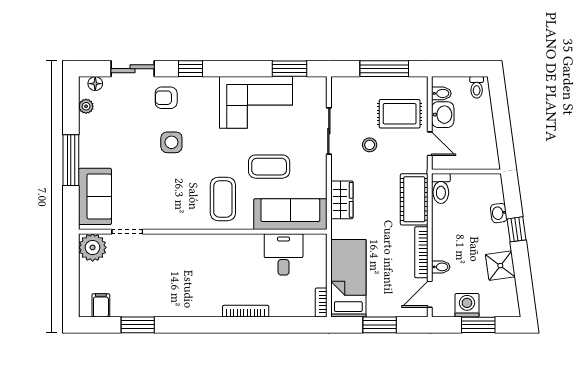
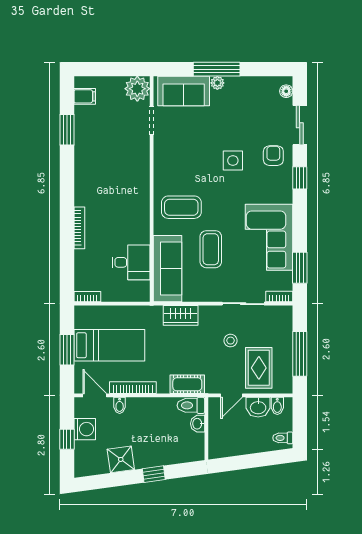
bookcase: (321, 91) -> (279, 296), added
plant: (86, 106) -> (217, 83), moved
cot: (414, 199) -> (187, 384), width x0.73, depth x0.75
washbasin: (499, 213) -> (198, 424), moved, turned -82
bed: (348, 278) -> (109, 345), moved
window: (478, 325) -> (67, 439), width x0.67

